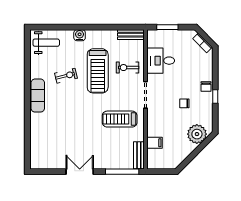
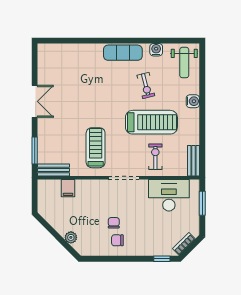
desk: (161, 61) -> (169, 195), width x1.37
water cooler: (35, 67) -> (156, 50), added
treadmill: (98, 71) -> (151, 122), turned 180
chair: (206, 87) -> (117, 240), moved
window: (215, 96) -> (162, 259), moved
plant: (197, 134) -> (71, 237), width x0.53, depth x0.53
window: (122, 172) -> (35, 150), width x0.69

